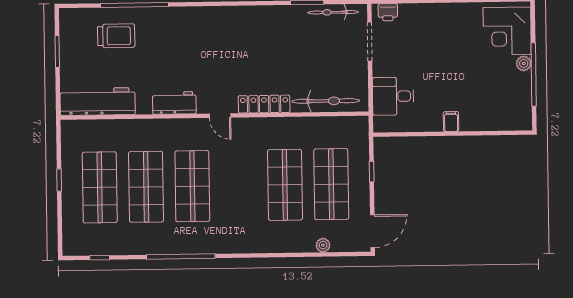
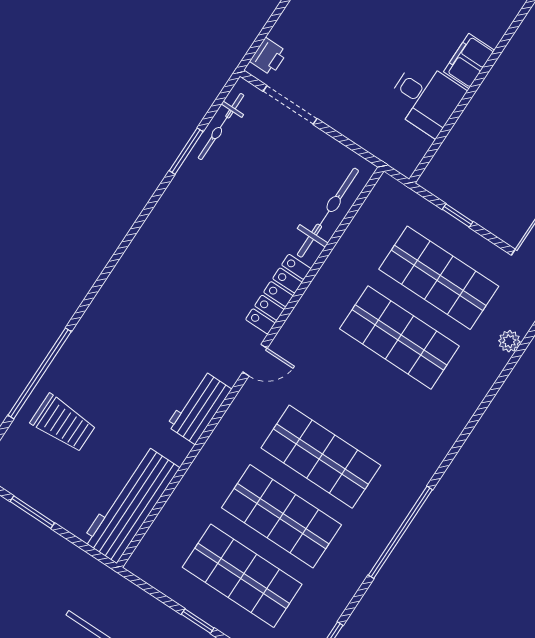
trolley: (116, 36) -> (63, 423), turned 90
desk: (393, 96) -> (426, 98), moved, turned -90
filing cabinet: (451, 122) -> (469, 61), width x2.00

